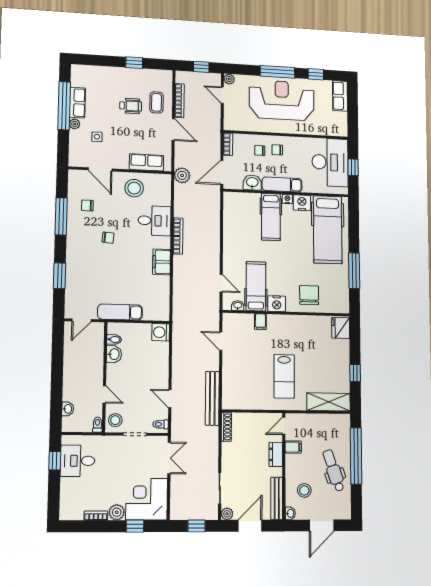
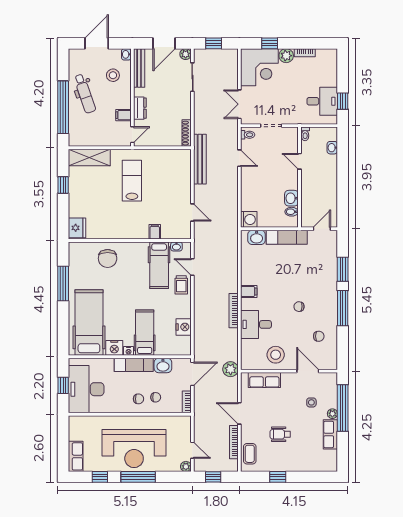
coffee table: (156, 102) -> (250, 454), moved
window: (64, 106) -> (343, 408), moved
window: (61, 216) -> (343, 308), moved
filing cabinet: (162, 262) -> (249, 292), width x0.50
trolley: (233, 265) -> (181, 285), added
nightstand: (277, 304) -> (184, 327), moved, turned 90
washbasin: (153, 313) -> (257, 237), added
stool: (115, 420) -> (289, 138), removed

